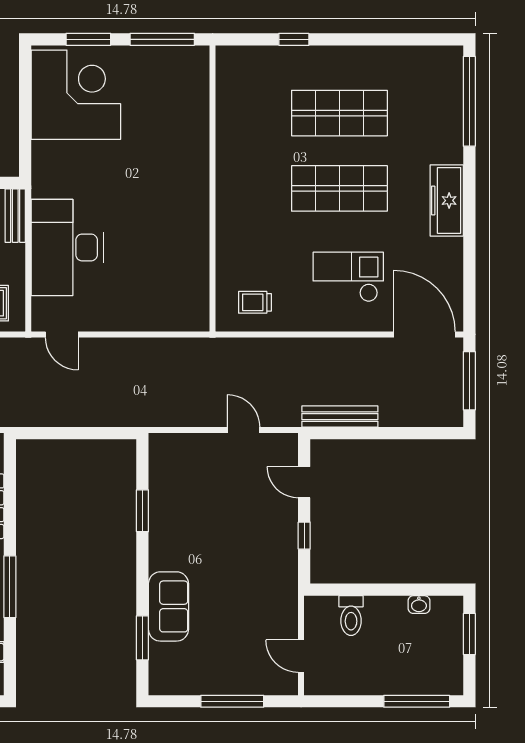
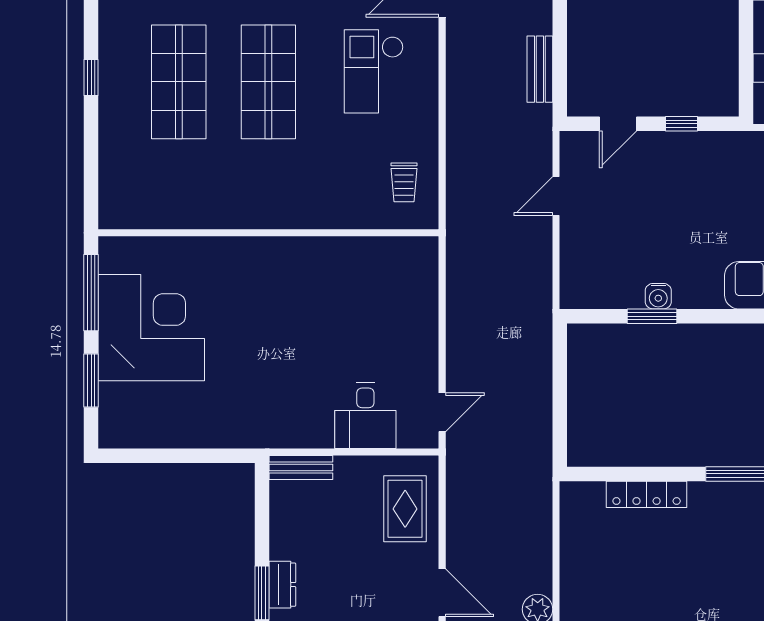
window: (294, 39) -> (91, 77), moved
corner desk: (76, 95) -> (151, 328), moved, turned 90
desk: (67, 247) -> (365, 416), width x0.53, depth x0.77
bench: (340, 417) -> (540, 69), width x0.73
water cooler: (159, 516) -> (658, 296), added

